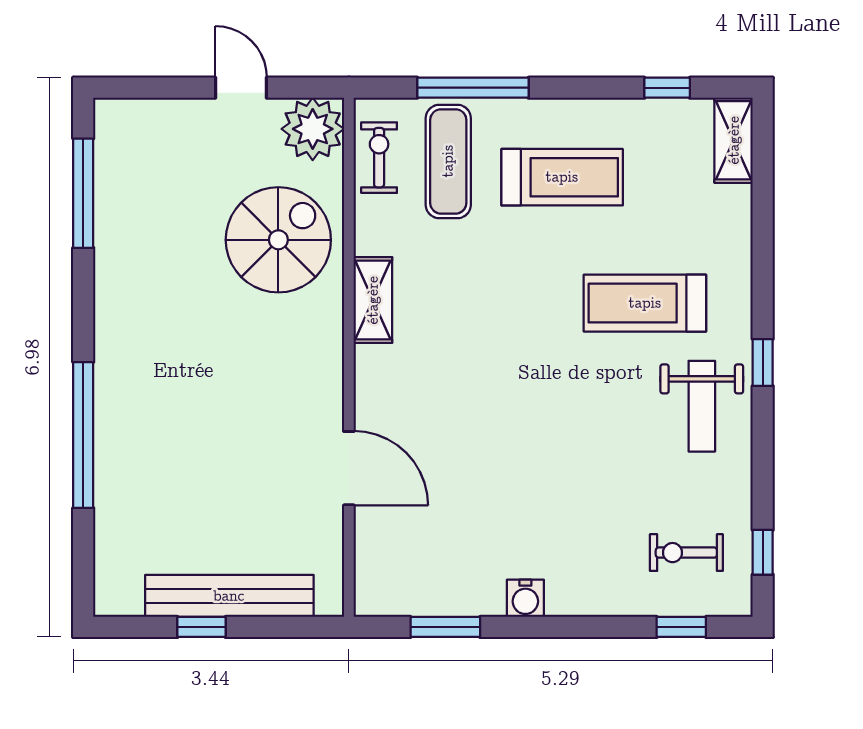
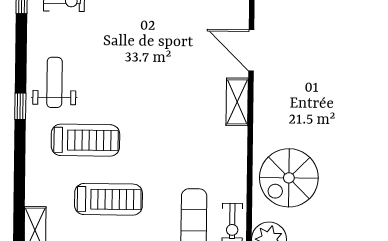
treadmill: (562, 177) -> (108, 199), moved, turned 180
shelving: (373, 300) -> (237, 102), moved

